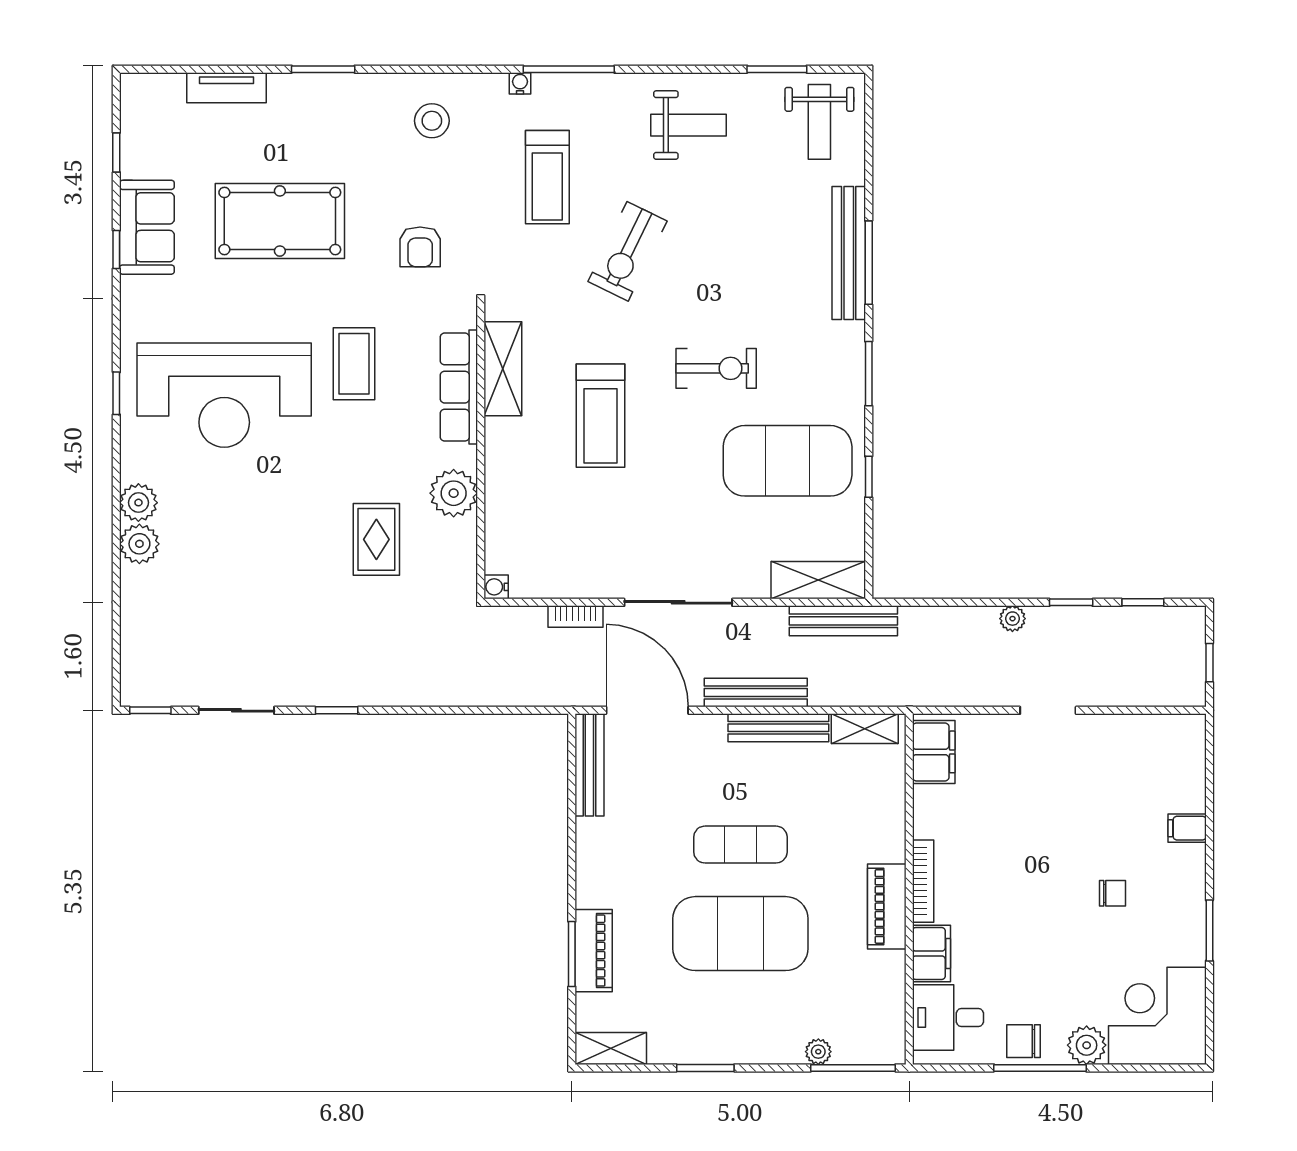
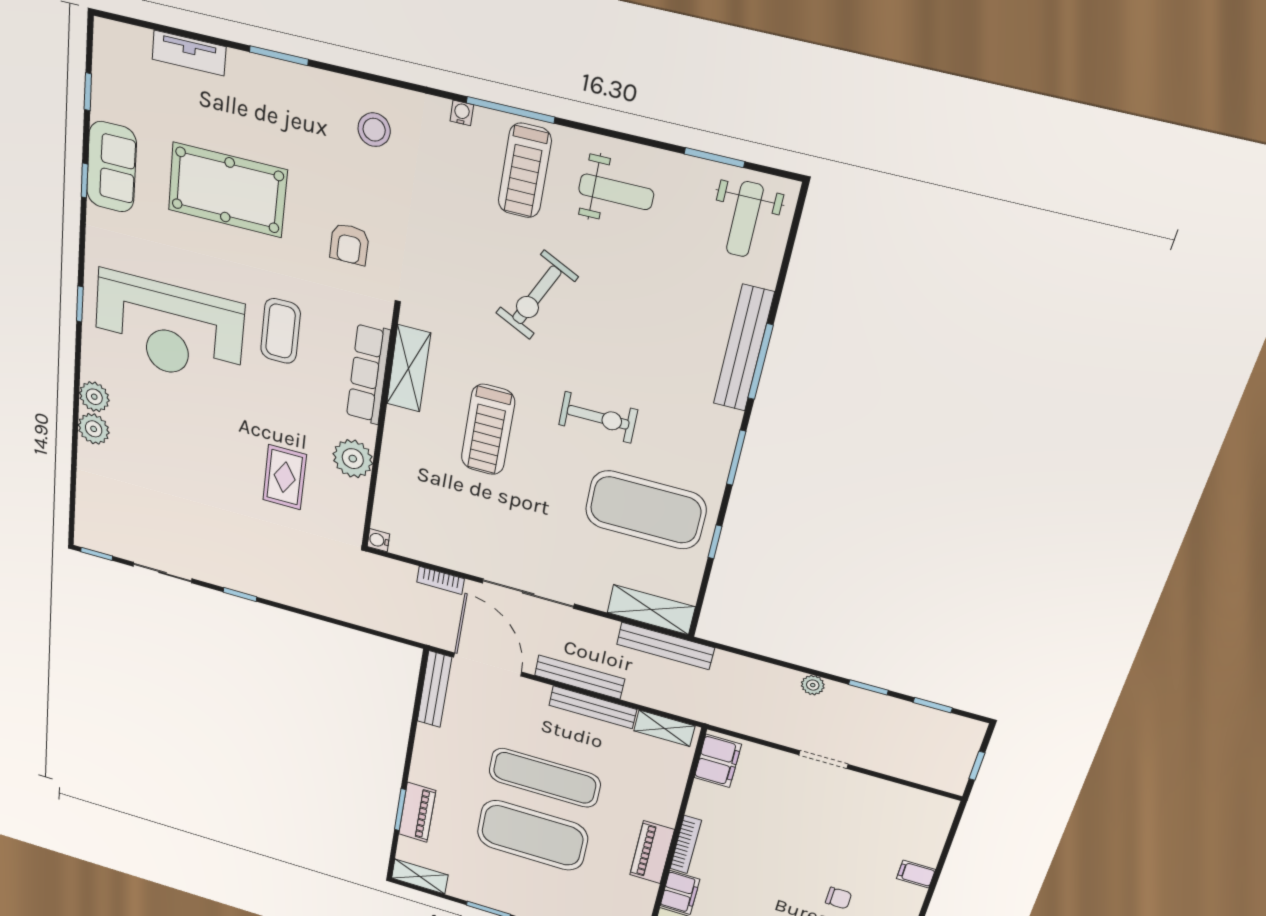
treadmill: (547, 177) -> (525, 171), moved
exercise mat: (740, 845) -> (545, 778), width x1.36, depth x1.45

